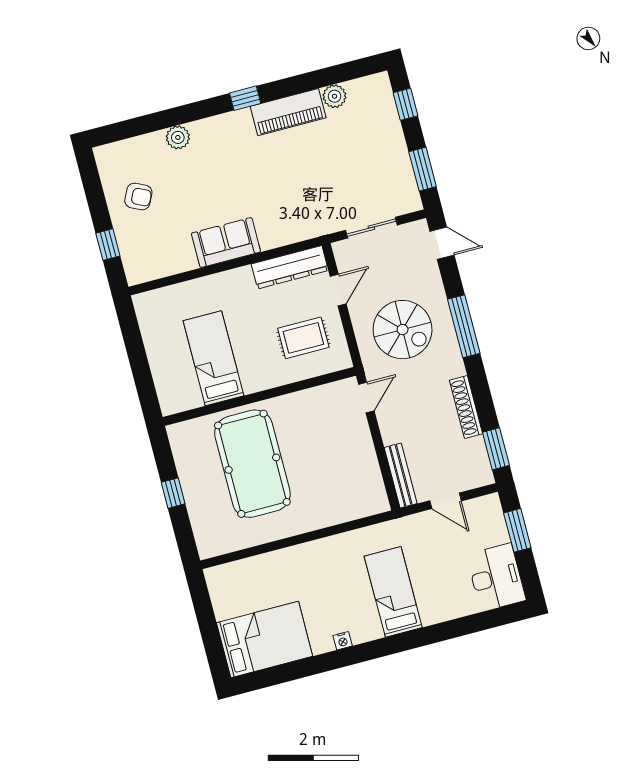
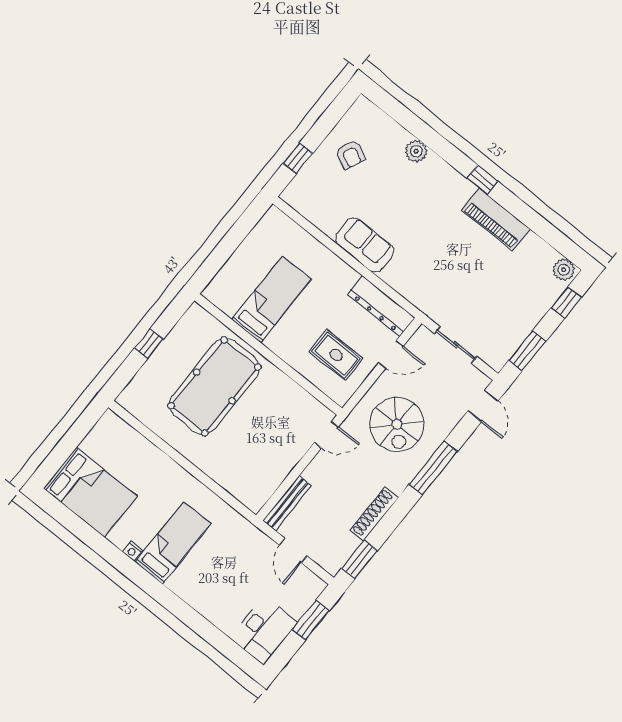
plant: (334, 96) -> (564, 270), moved
bed: (393, 592) -> (173, 543), moved

